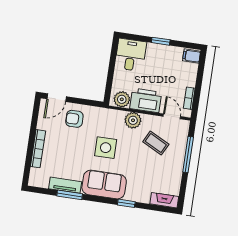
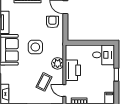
plant: (122, 99) -> (71, 53), removed
door: (172, 116) -> (64, 90), swing flipped

